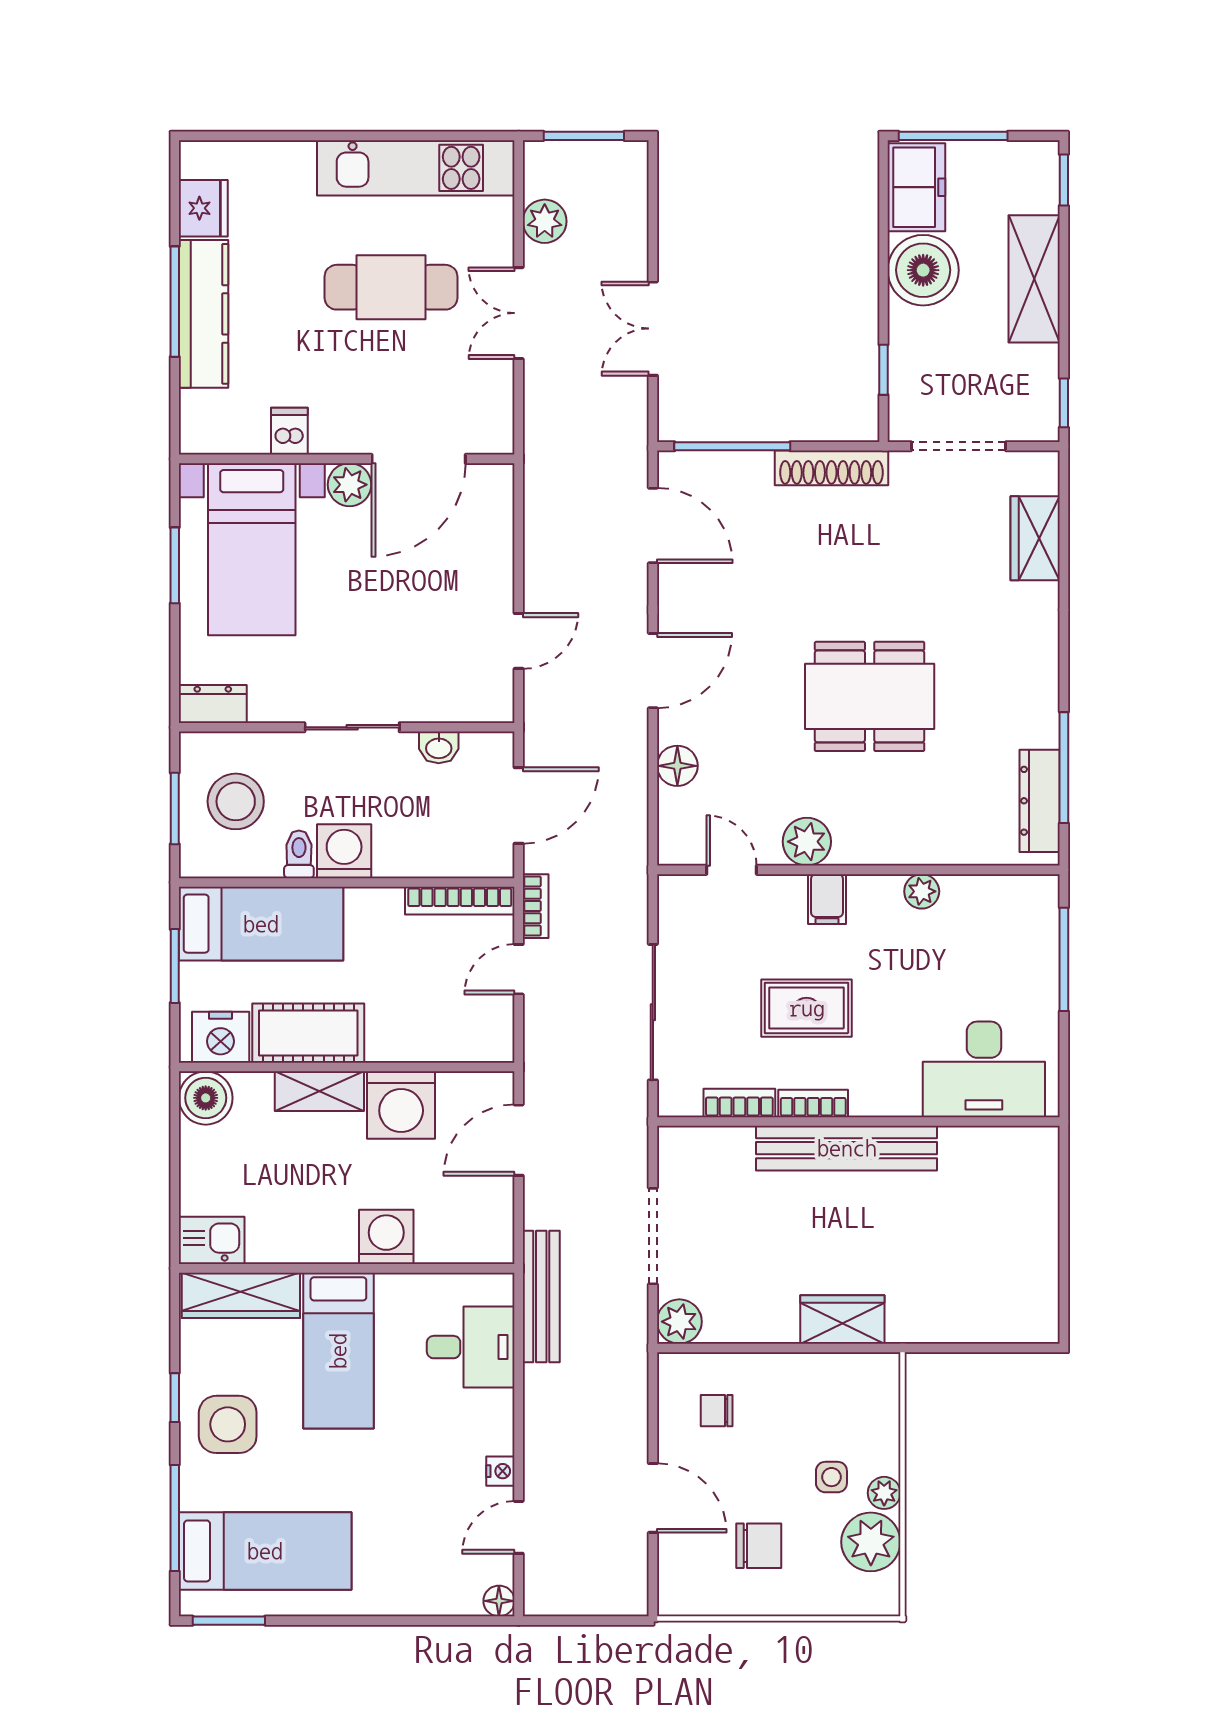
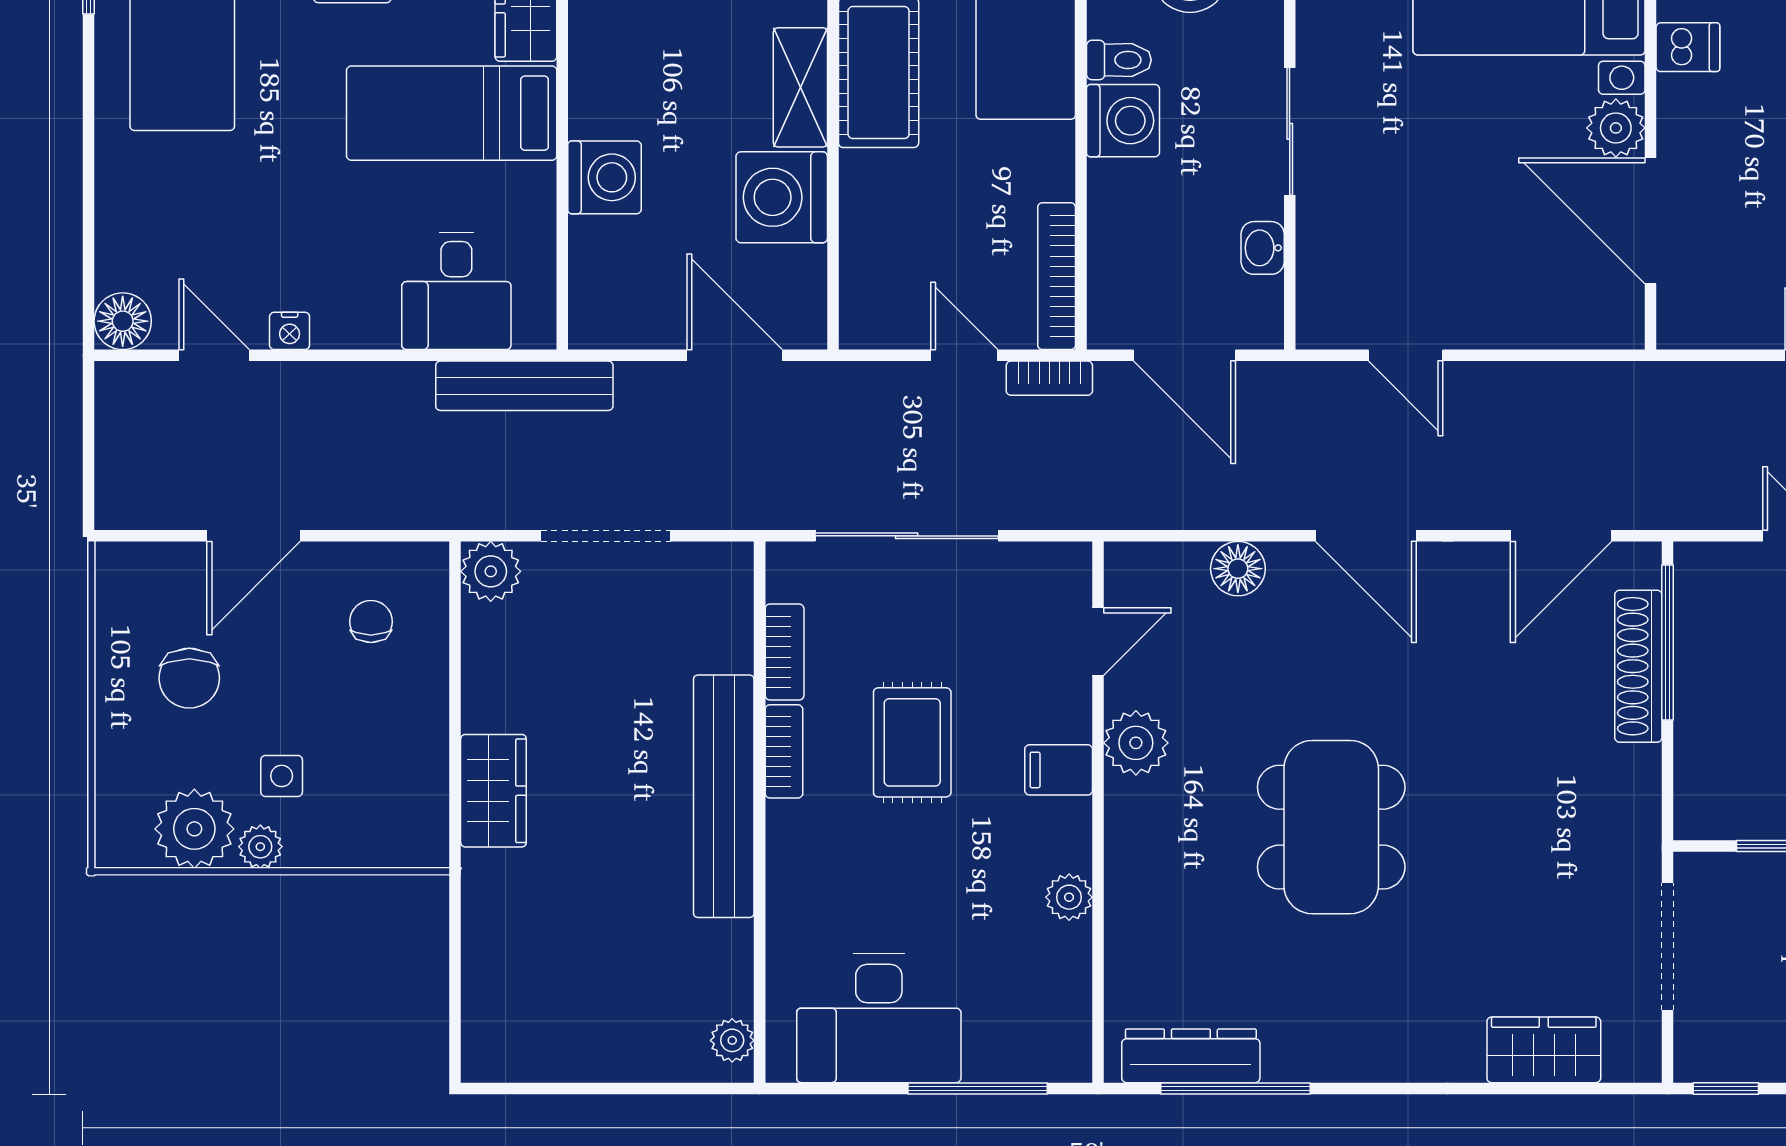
shoe rack: (831, 468) -> (1638, 666), moved
desk: (984, 1069) -> (879, 1018), moved, turned -90
plant: (1028, 1142) -> (732, 1040), added
floor lamp: (499, 1601) -> (123, 321), width x1.37, depth x1.37

